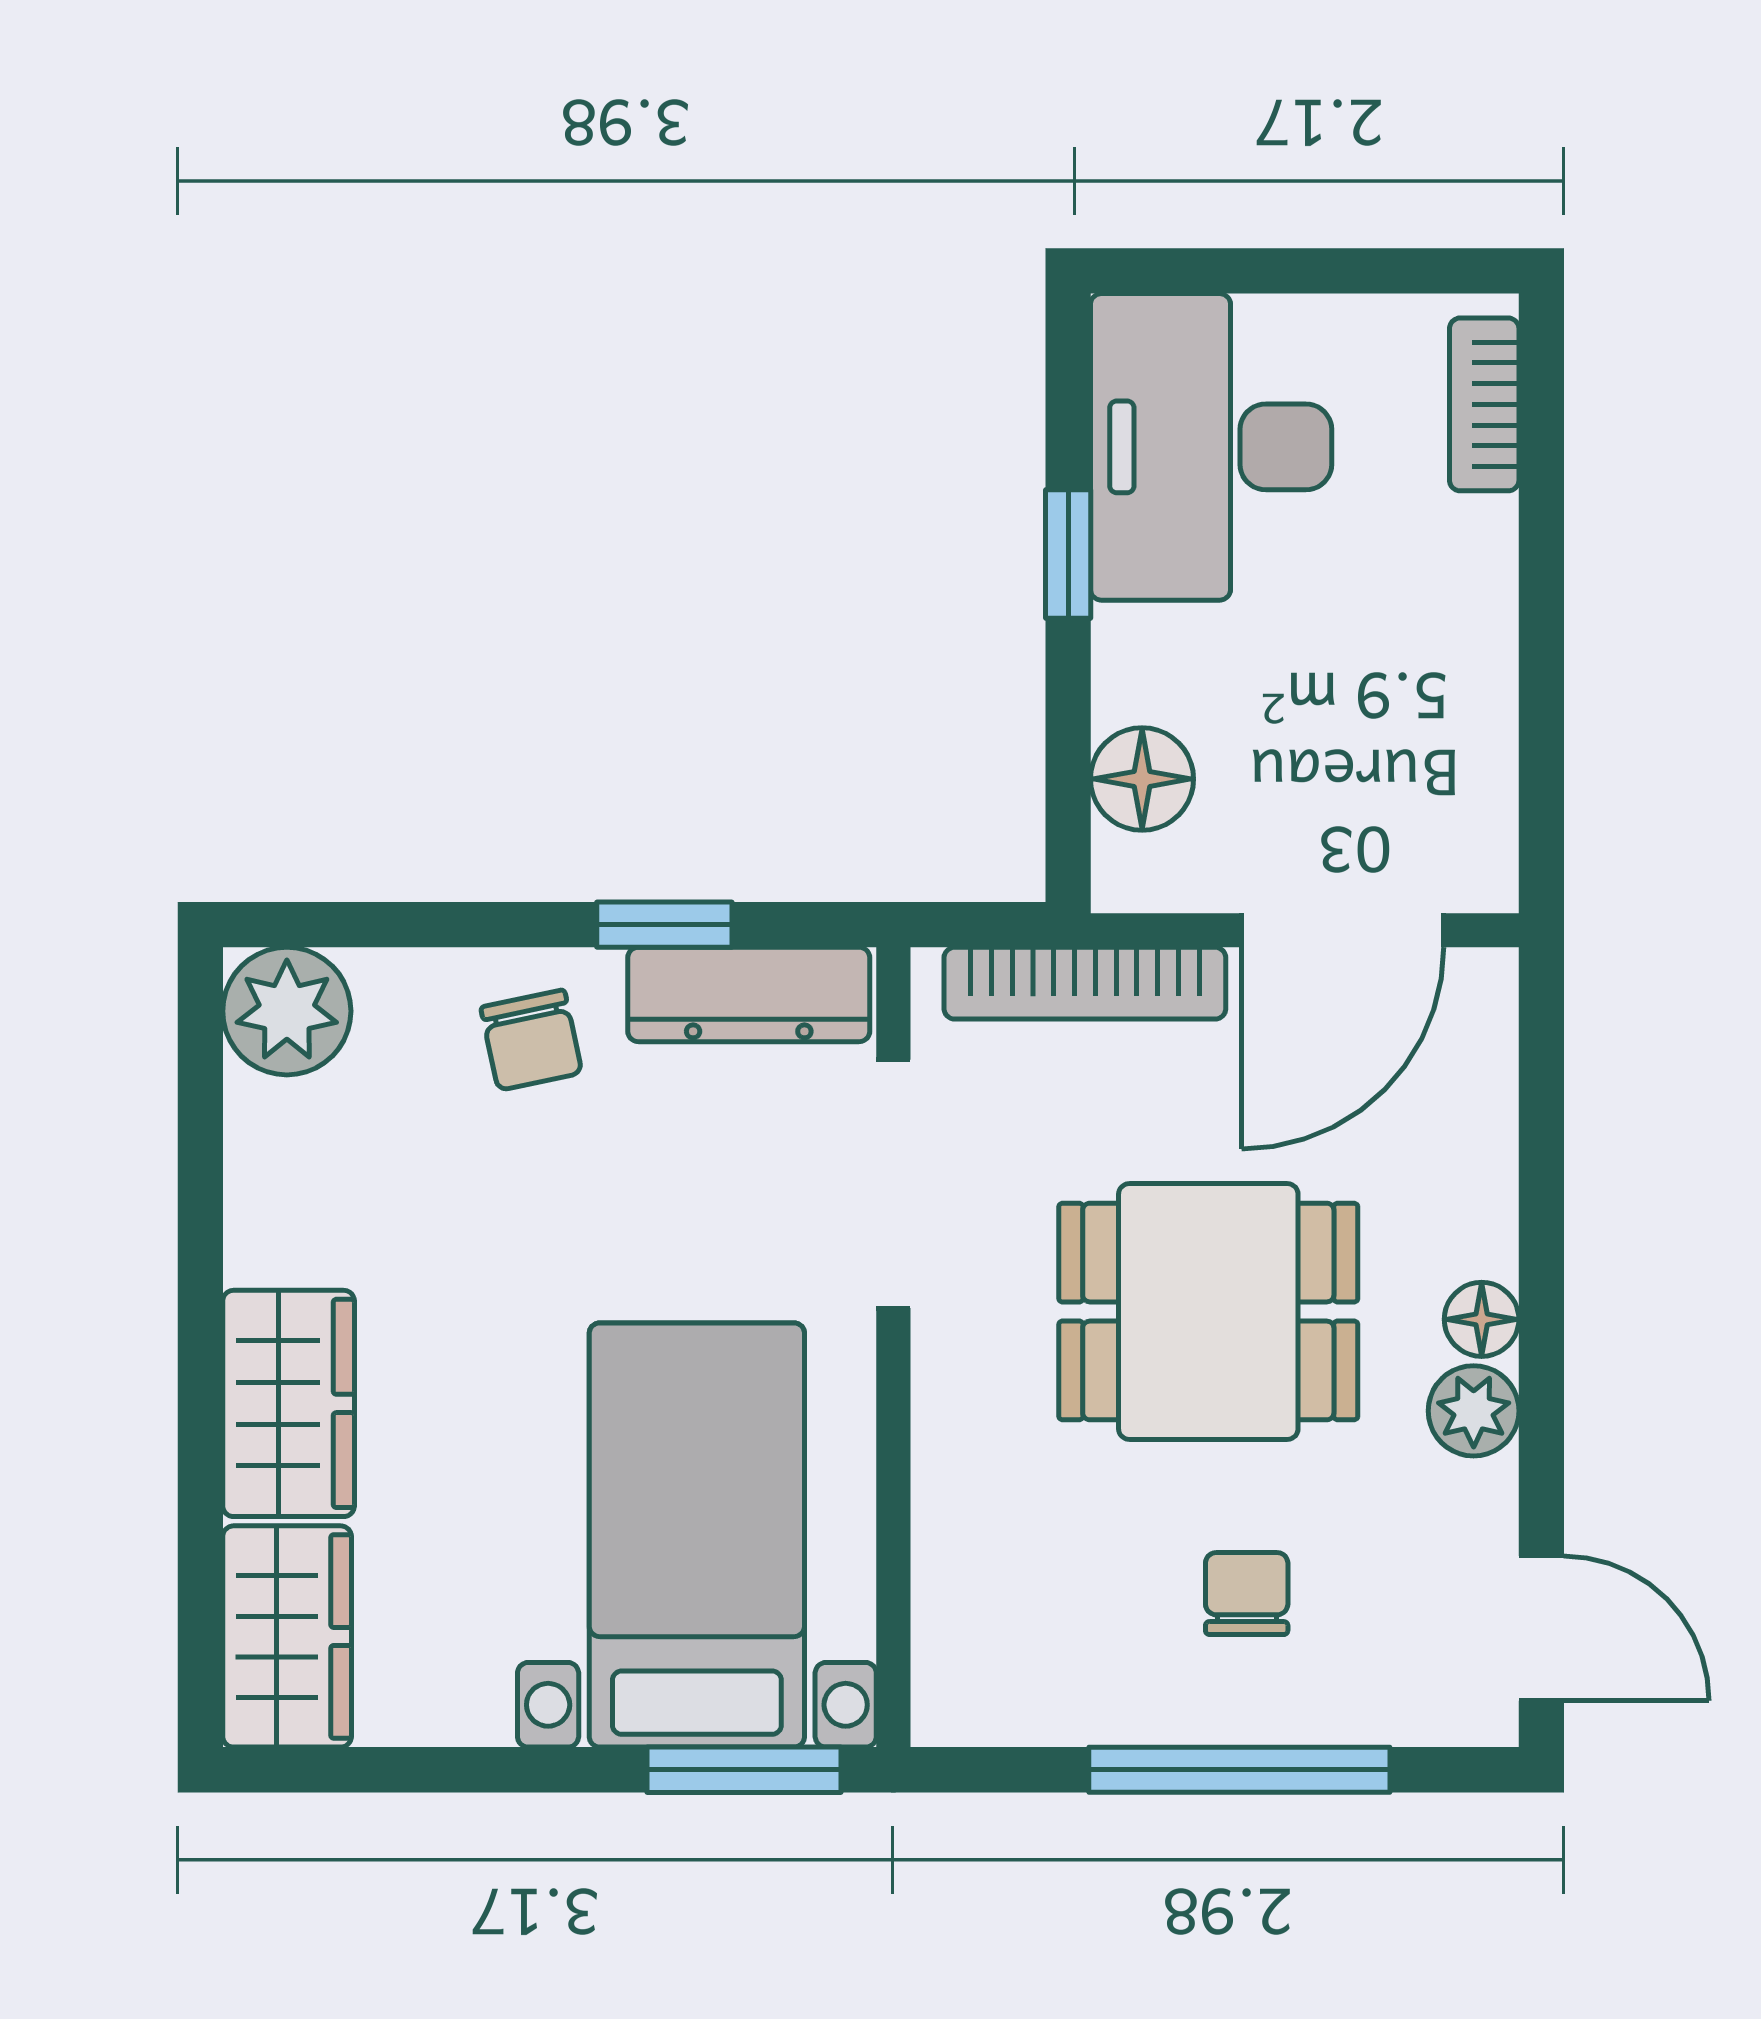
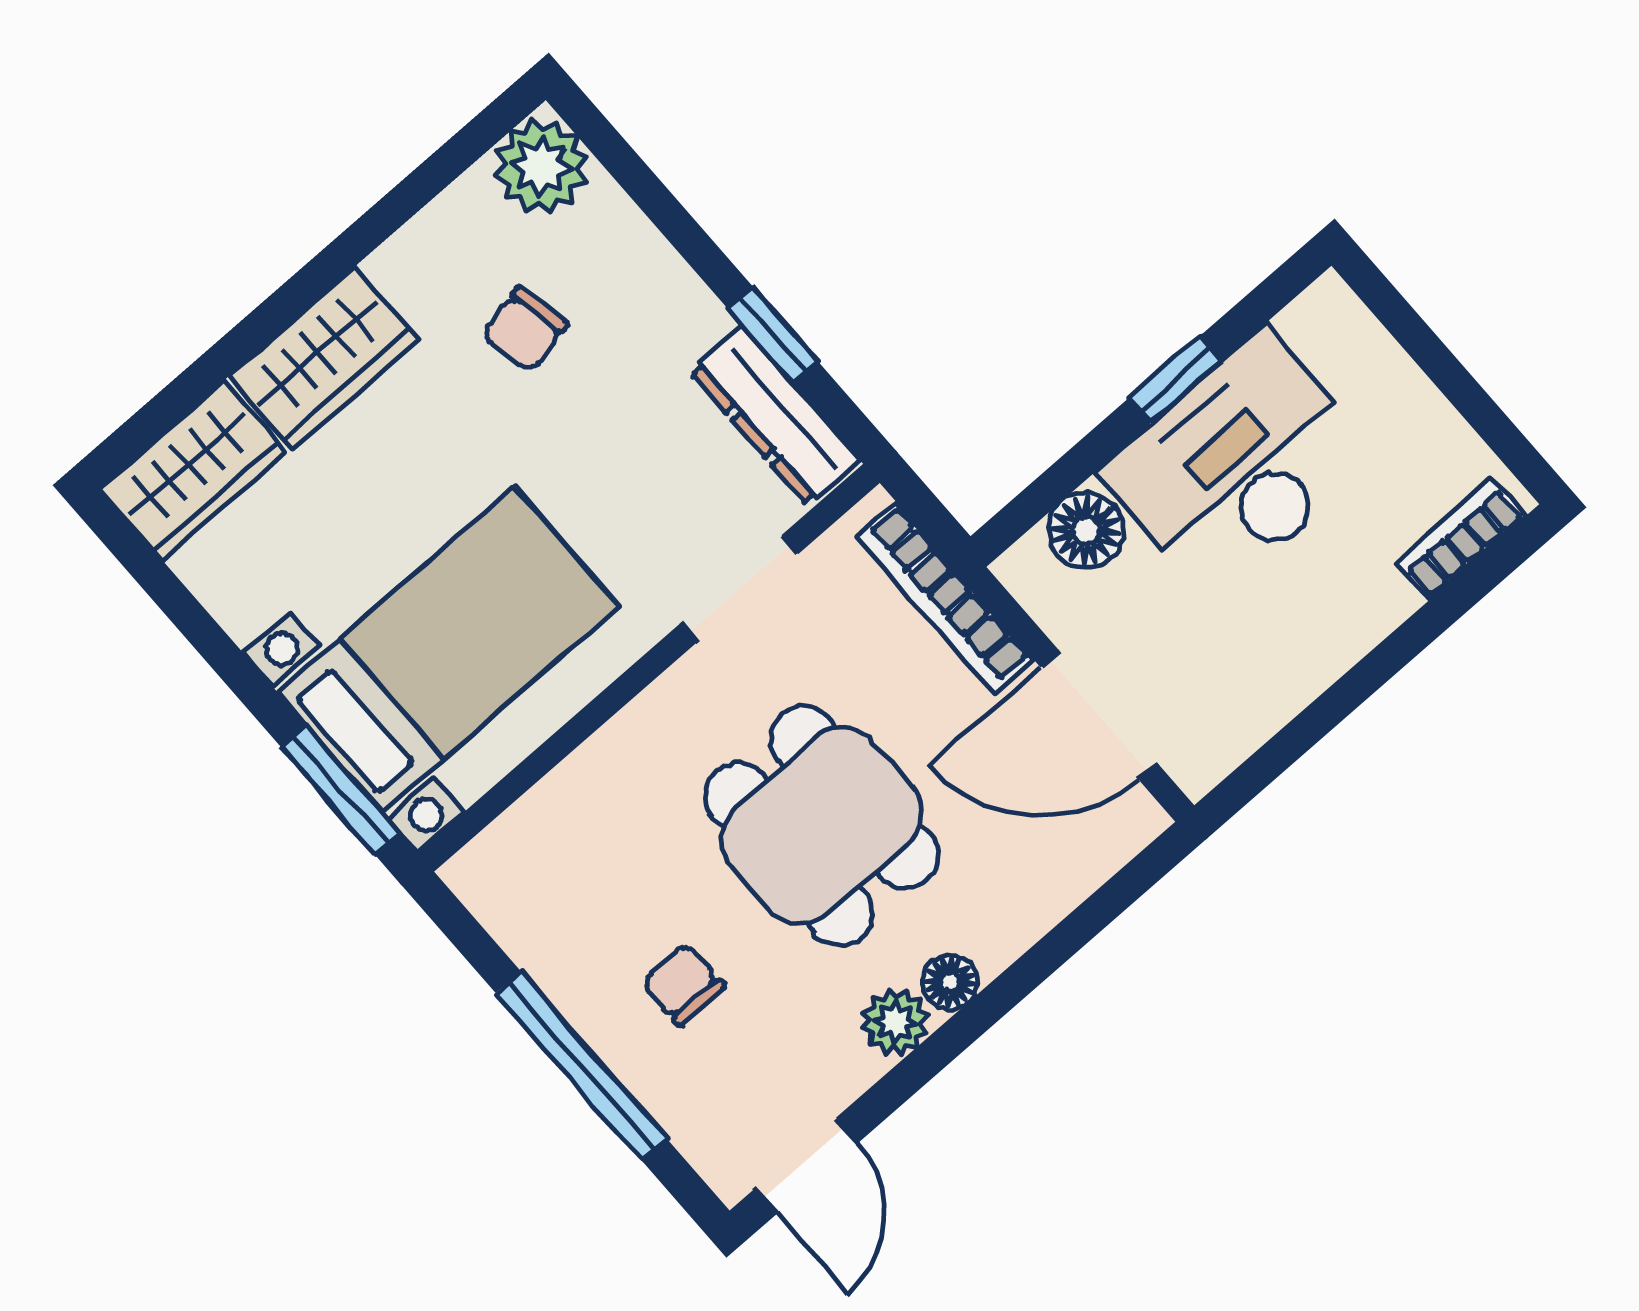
desk: (1211, 447) -> (1239, 465), moved
chair: (531, 1040) -> (525, 329), moved
doorway: (893, 1184) -> (739, 589), width x0.73
chair: (1247, 1594) -> (683, 984), turned -90

